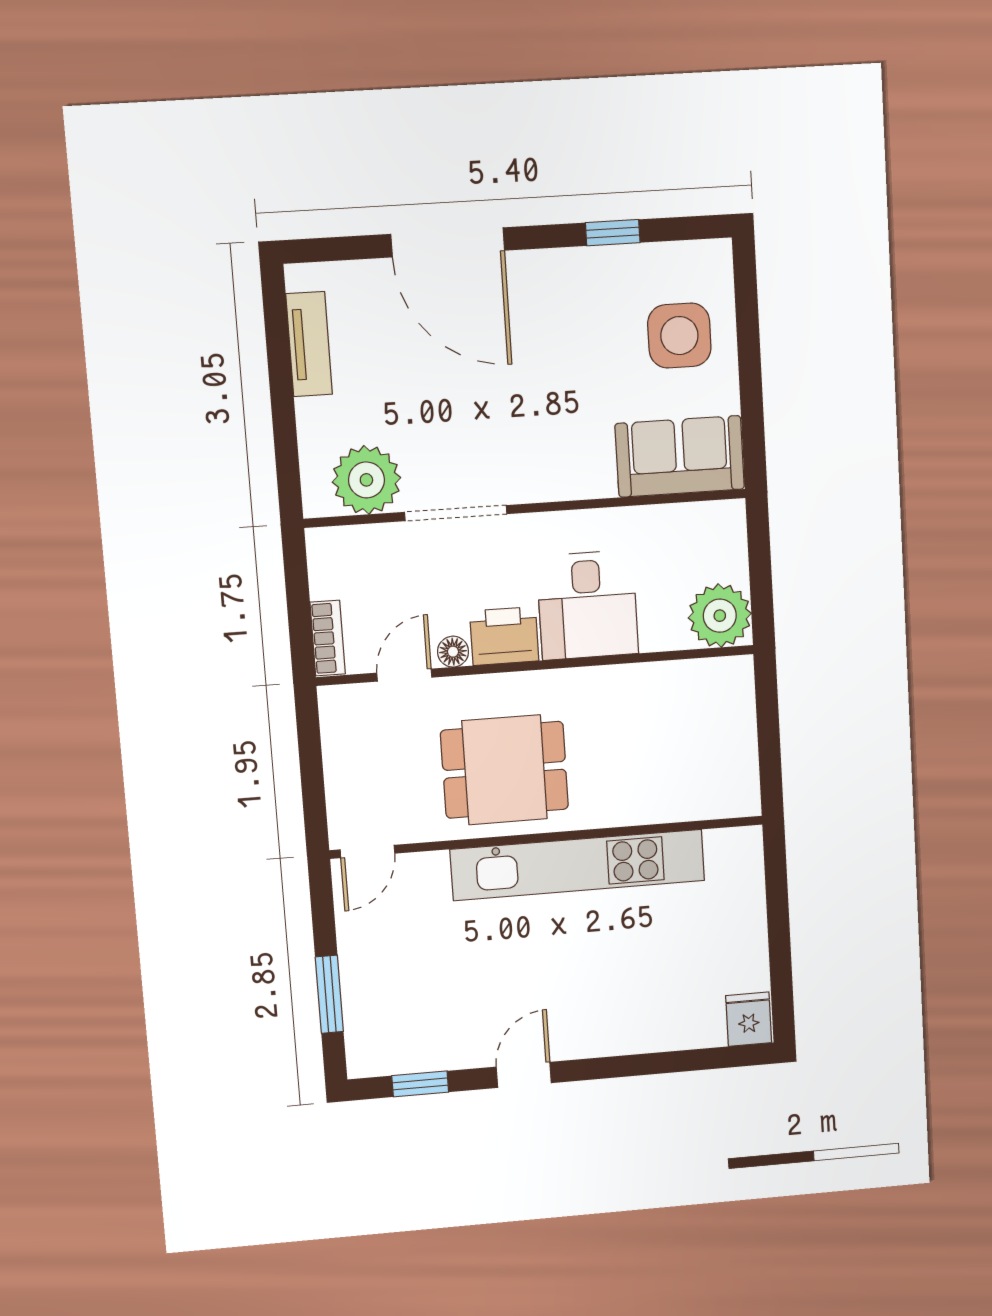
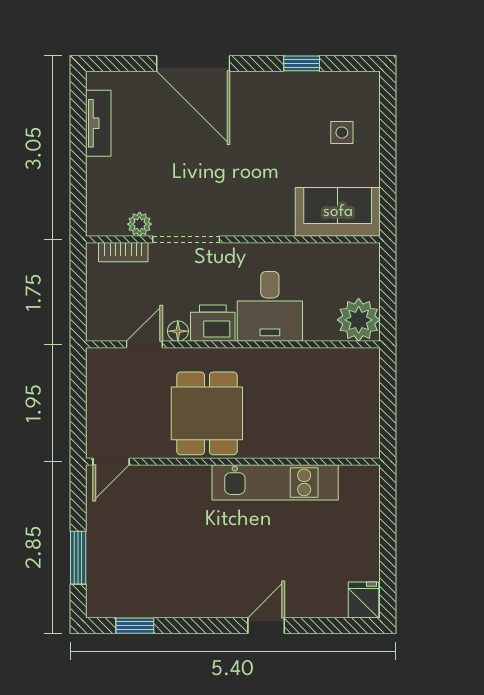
side table: (679, 336) -> (342, 133), width x0.54, depth x0.54
plant: (366, 480) -> (140, 224), width x0.53, depth x0.53
bookcase: (328, 638) -> (123, 252), moved, turned 90
dining table: (505, 770) -> (207, 413), turned 90
kitchen unit: (578, 865) -> (275, 482), width x0.73
door: (524, 1075) -> (266, 626), moved

